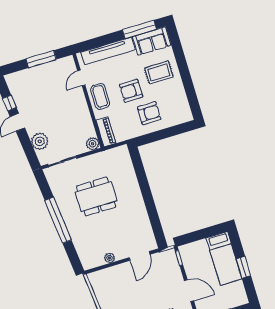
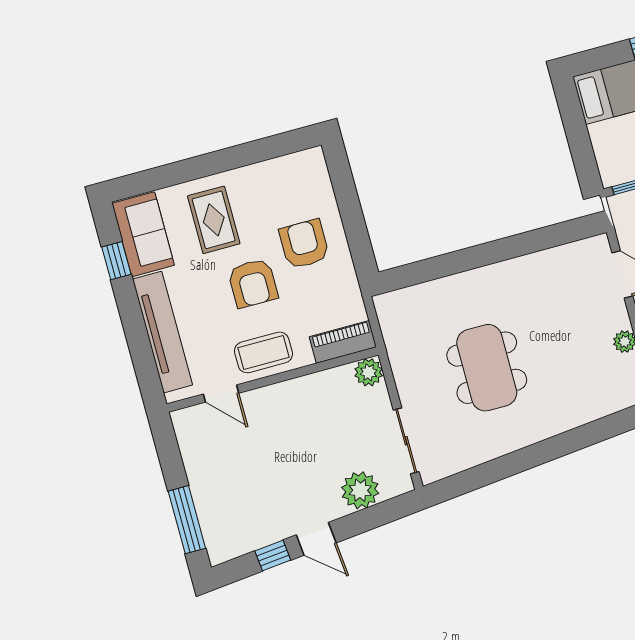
window: (139, 29) -> (116, 261), width x0.46
window: (41, 59) -> (187, 520), moved
window: (58, 220) -> (537, 454), removed

